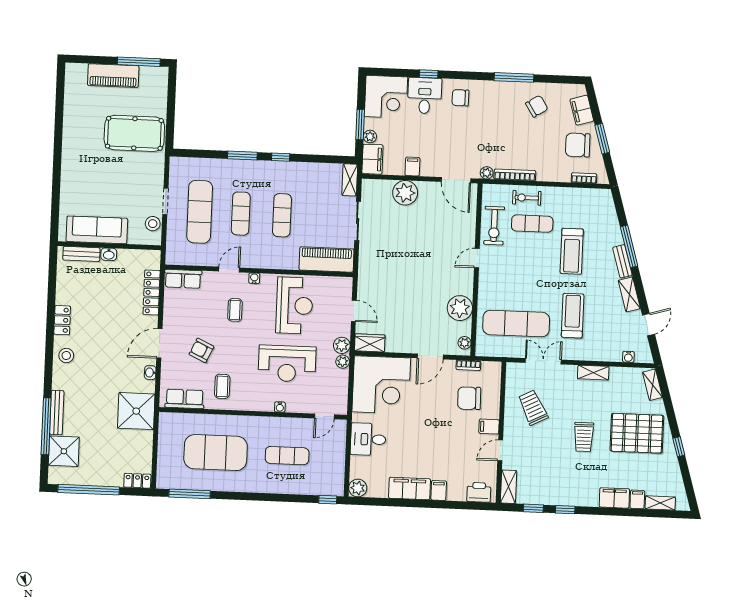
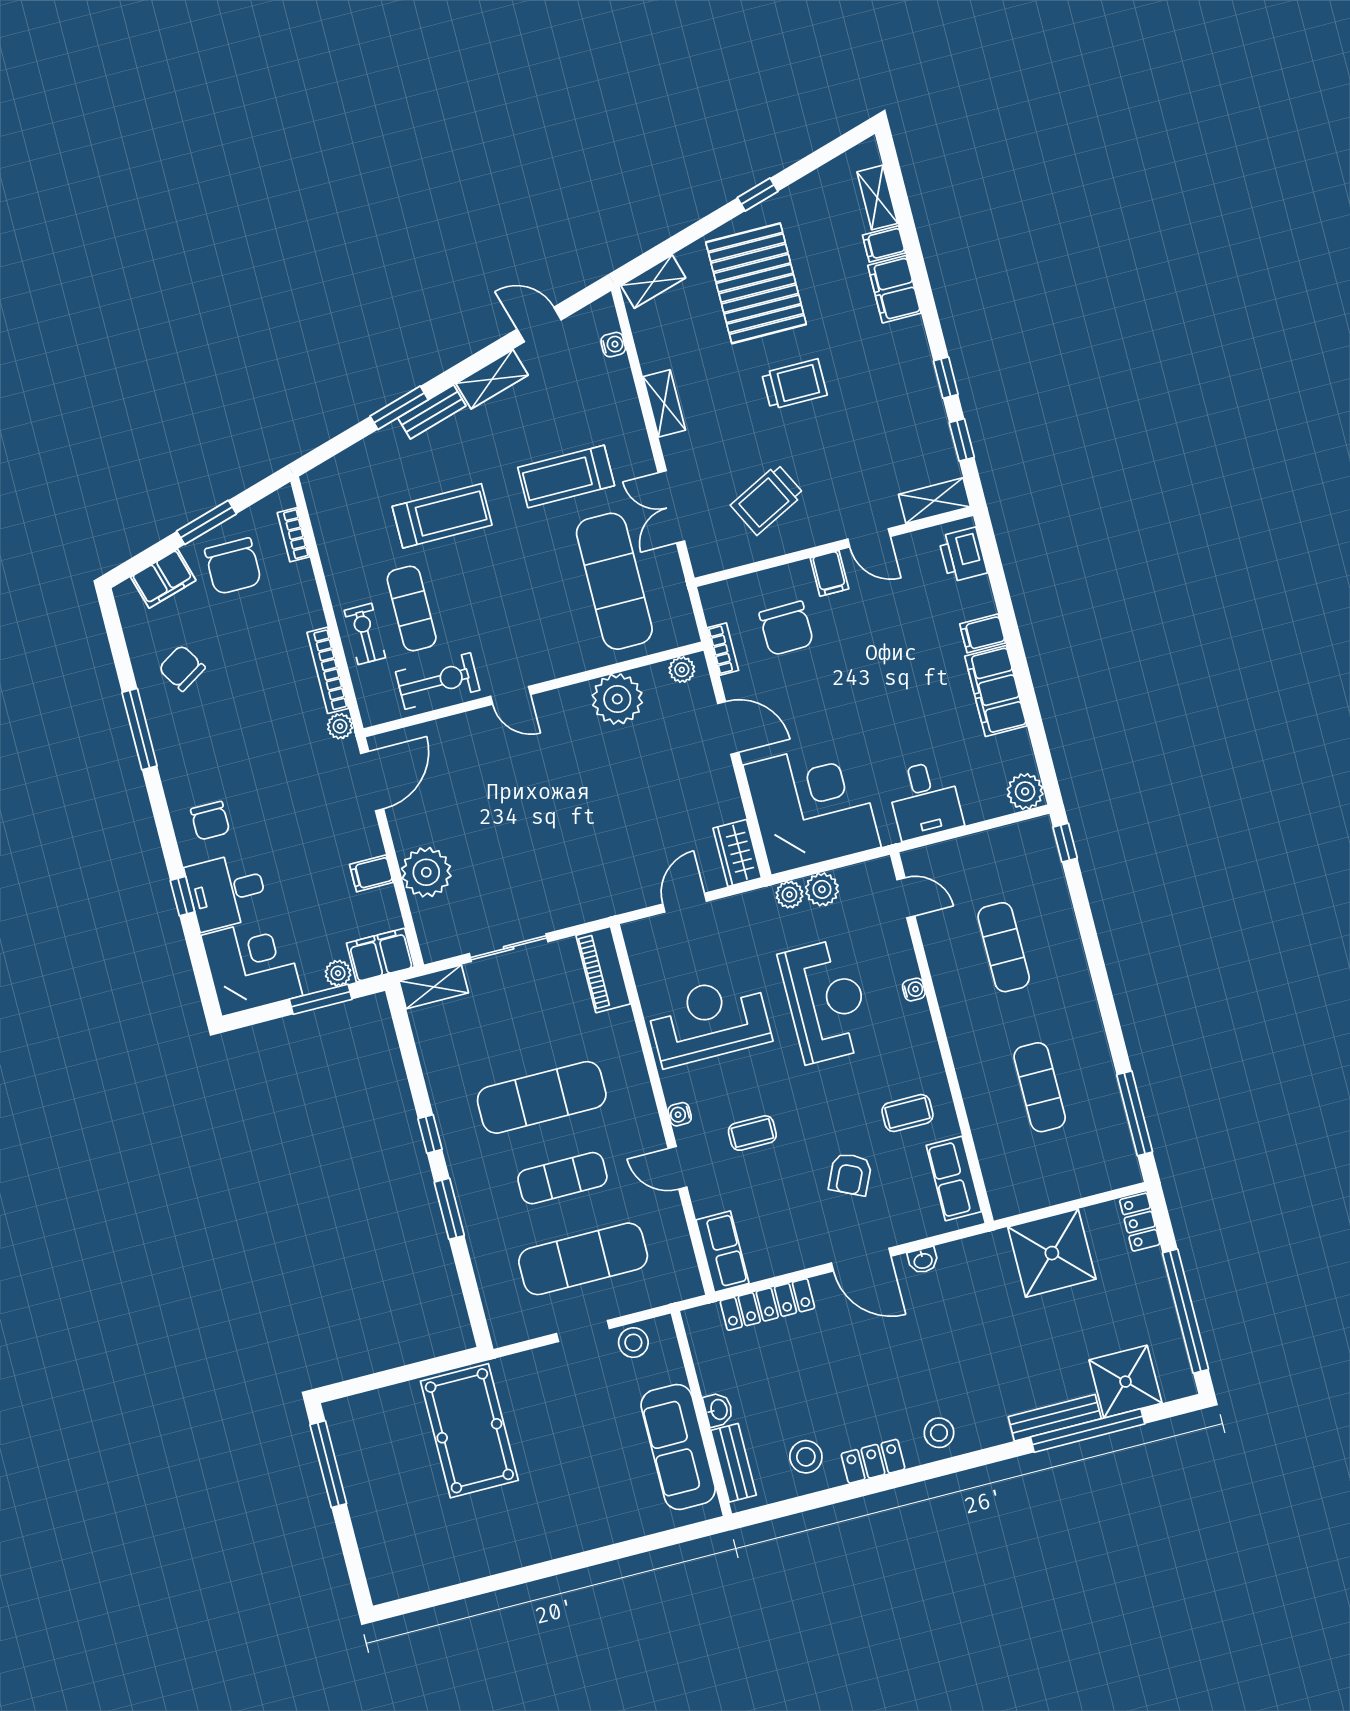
piano: (113, 76) -> (370, 1505), removed
exercise bike: (527, 198) -> (365, 634), turned 180
exercise mat: (282, 215) -> (542, 1097), width x1.36, depth x1.45
window: (629, 246) -> (399, 408), width x0.69
piano: (327, 260) -> (603, 970), width x0.73, depth x0.75
stool: (74, 289) -> (806, 1457), added
plant: (342, 345) -> (822, 889), moved
shower: (136, 411) -> (1052, 1253), moved
exercise mat: (216, 453) -> (1040, 1087), width x0.50, depth x0.69

